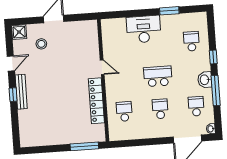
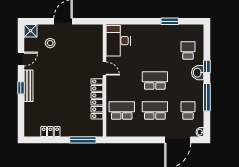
desk: (144, 29) -> (118, 41), moved, turned -90
washbasin: (205, 80) -> (198, 73), moved
school desk: (160, 109) -> (155, 110), width x1.85
school desk: (124, 111) -> (122, 110), width x1.85
locker: (48, 140) -> (50, 132), added

